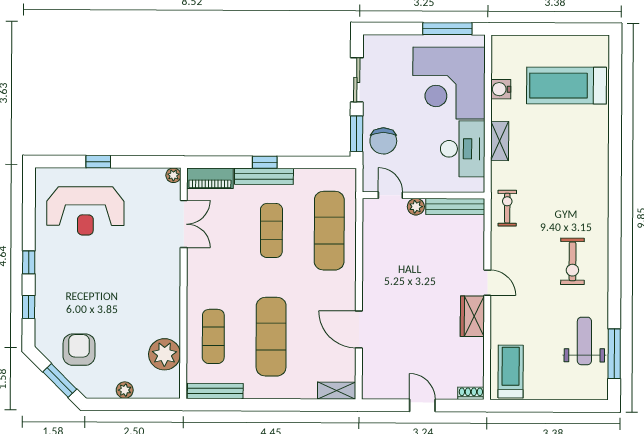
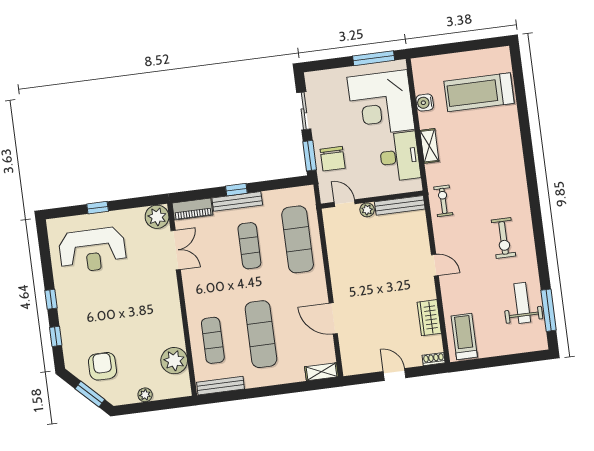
plant: (173, 175) -> (157, 217), width x1.88, depth x1.88
wardrobe: (472, 316) -> (429, 318), moved

